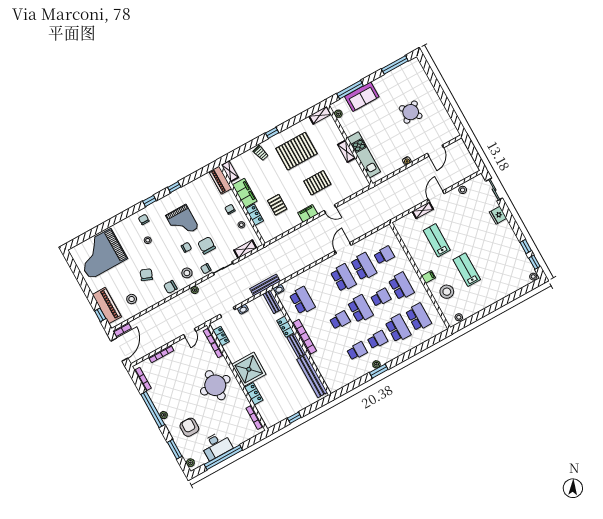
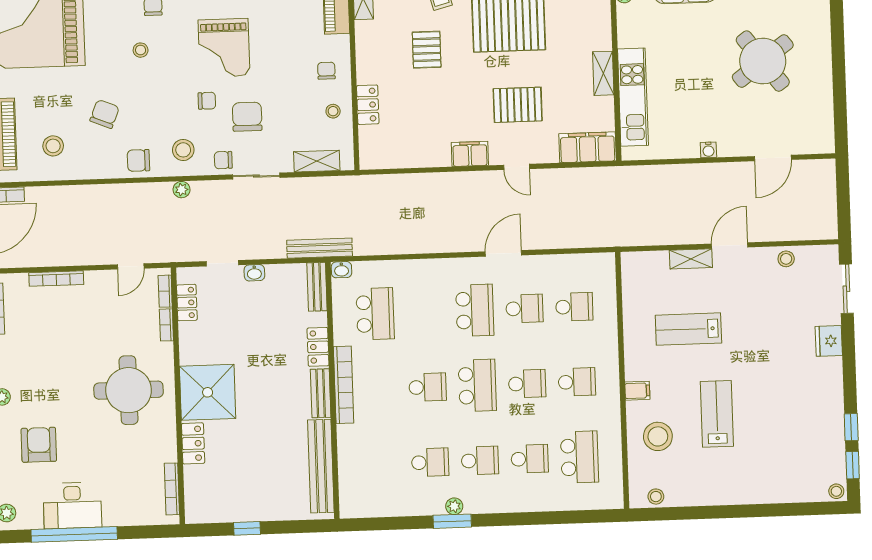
round table: (411, 112) -> (763, 61), width x1.36, depth x1.36
filing cabinet: (245, 193) -> (588, 147), moved, turned -90
pallet: (277, 205) -> (427, 50), moved
lab bench: (437, 240) -> (688, 329), turned -90
school desk: (364, 267) -> (524, 308), width x0.54
school desk: (401, 286) -> (577, 382), width x0.54
school desk: (398, 328) -> (530, 459), width x0.54

